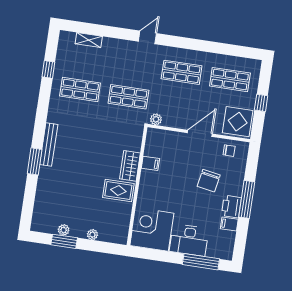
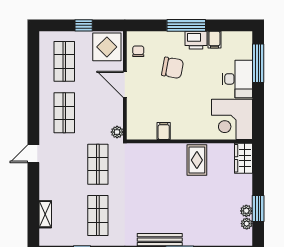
door: (147, 37) -> (33, 154), hinge flipped
wardrobe: (130, 166) -> (244, 158), moved, turned 90
plant: (92, 235) -> (247, 224), moved

